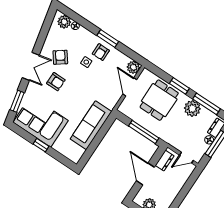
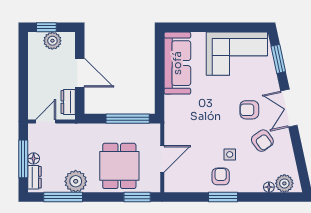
plant: (133, 67) -> (173, 184), removed
window: (179, 86) -> (137, 197), moved
door: (130, 87) -> (162, 159), hinge flipped
sofa: (91, 125) -> (177, 63), moved
window: (144, 132) -> (128, 119), moved
window: (41, 145) -> (219, 27), removed

